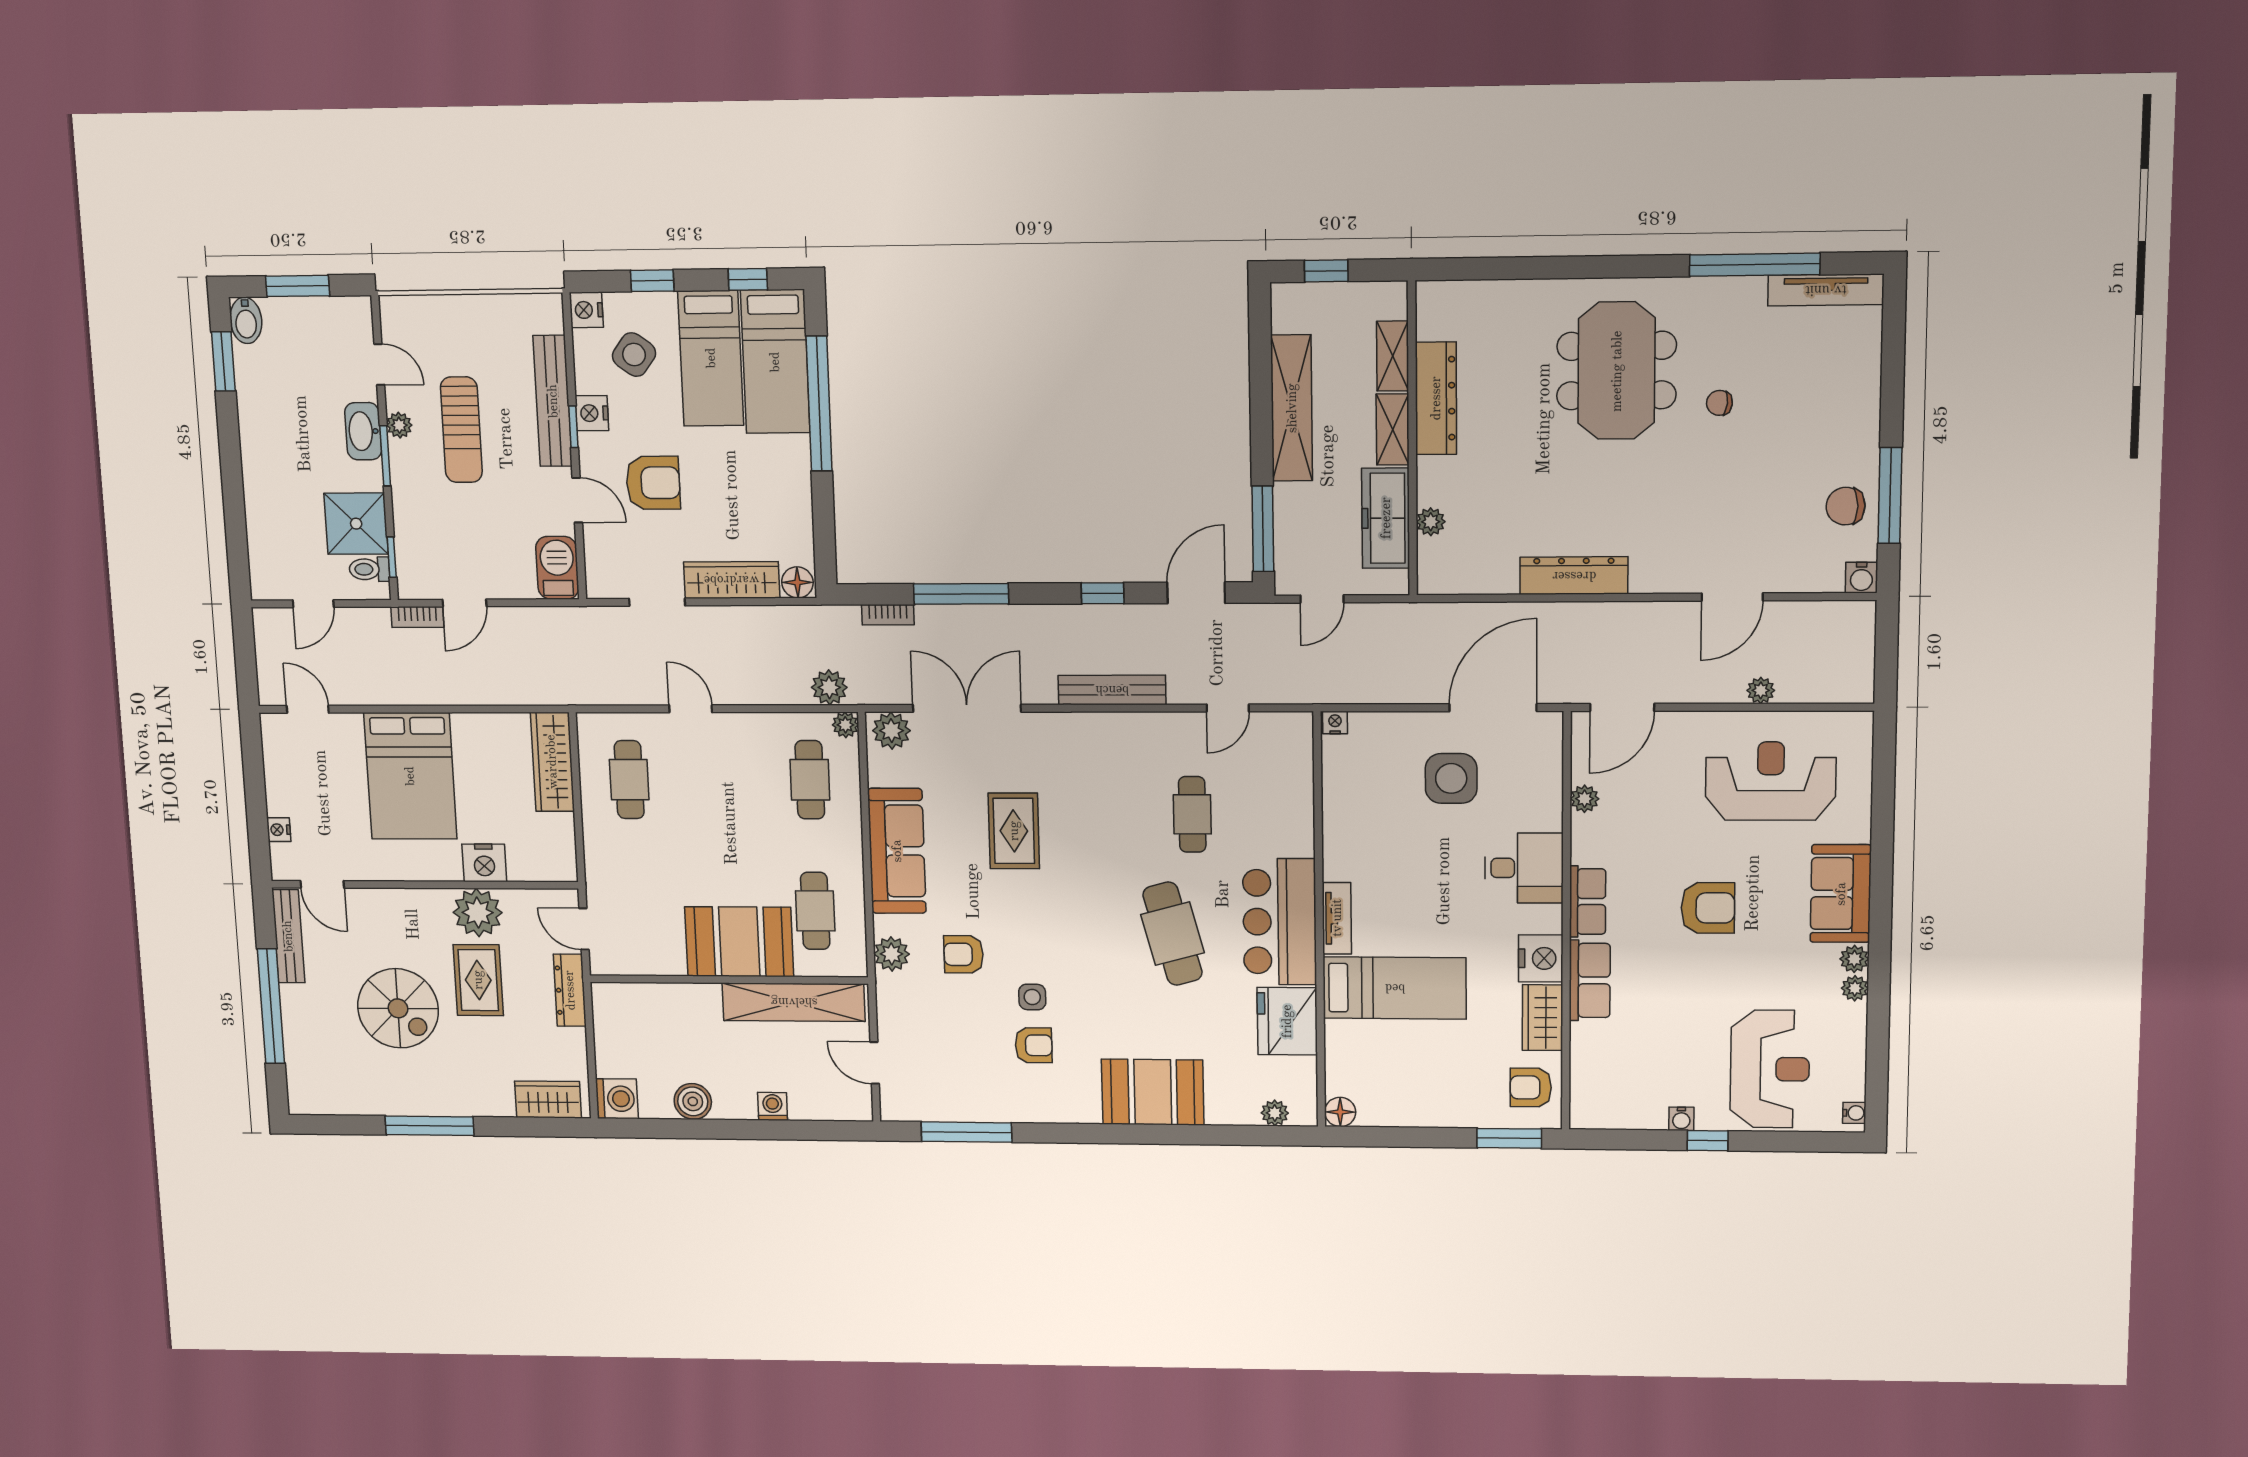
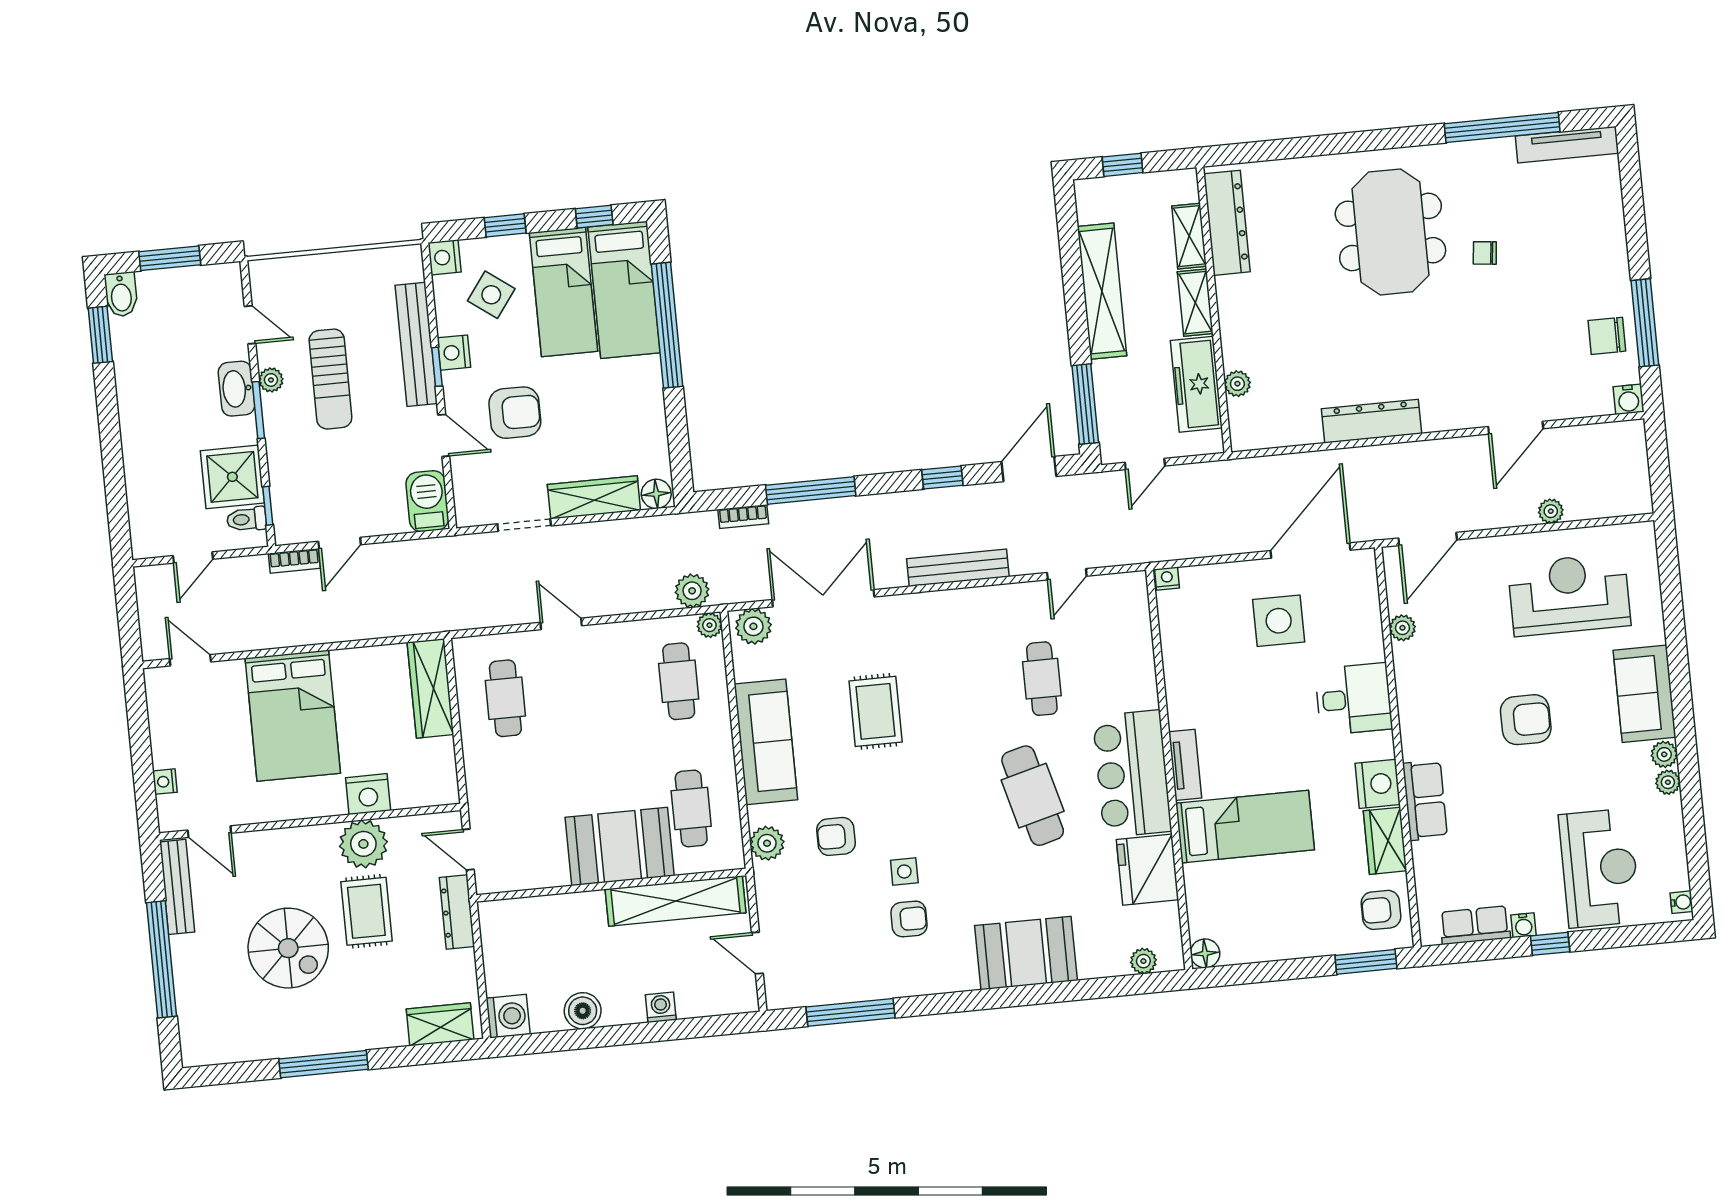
dresser: (1436, 398) -> (1227, 223), moved
row of seats: (1588, 902) -> (1475, 925), moved, turned -90

